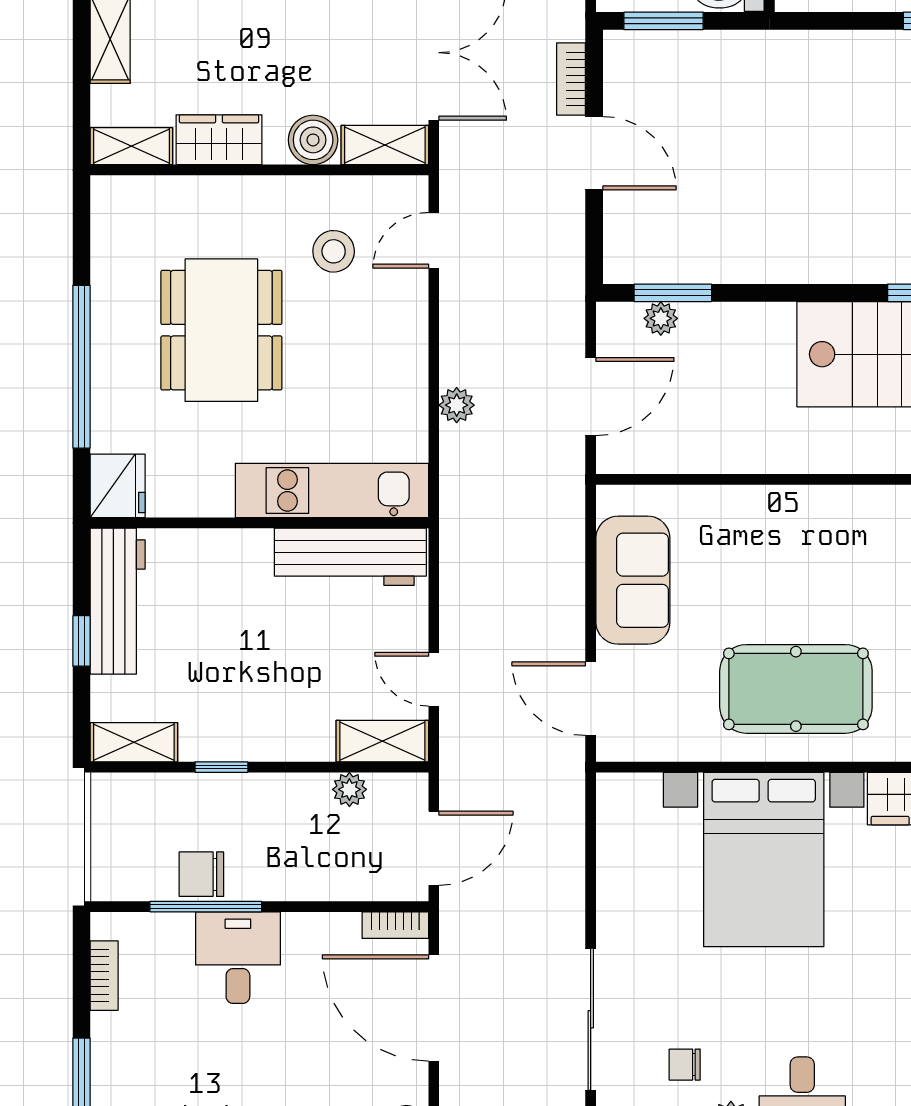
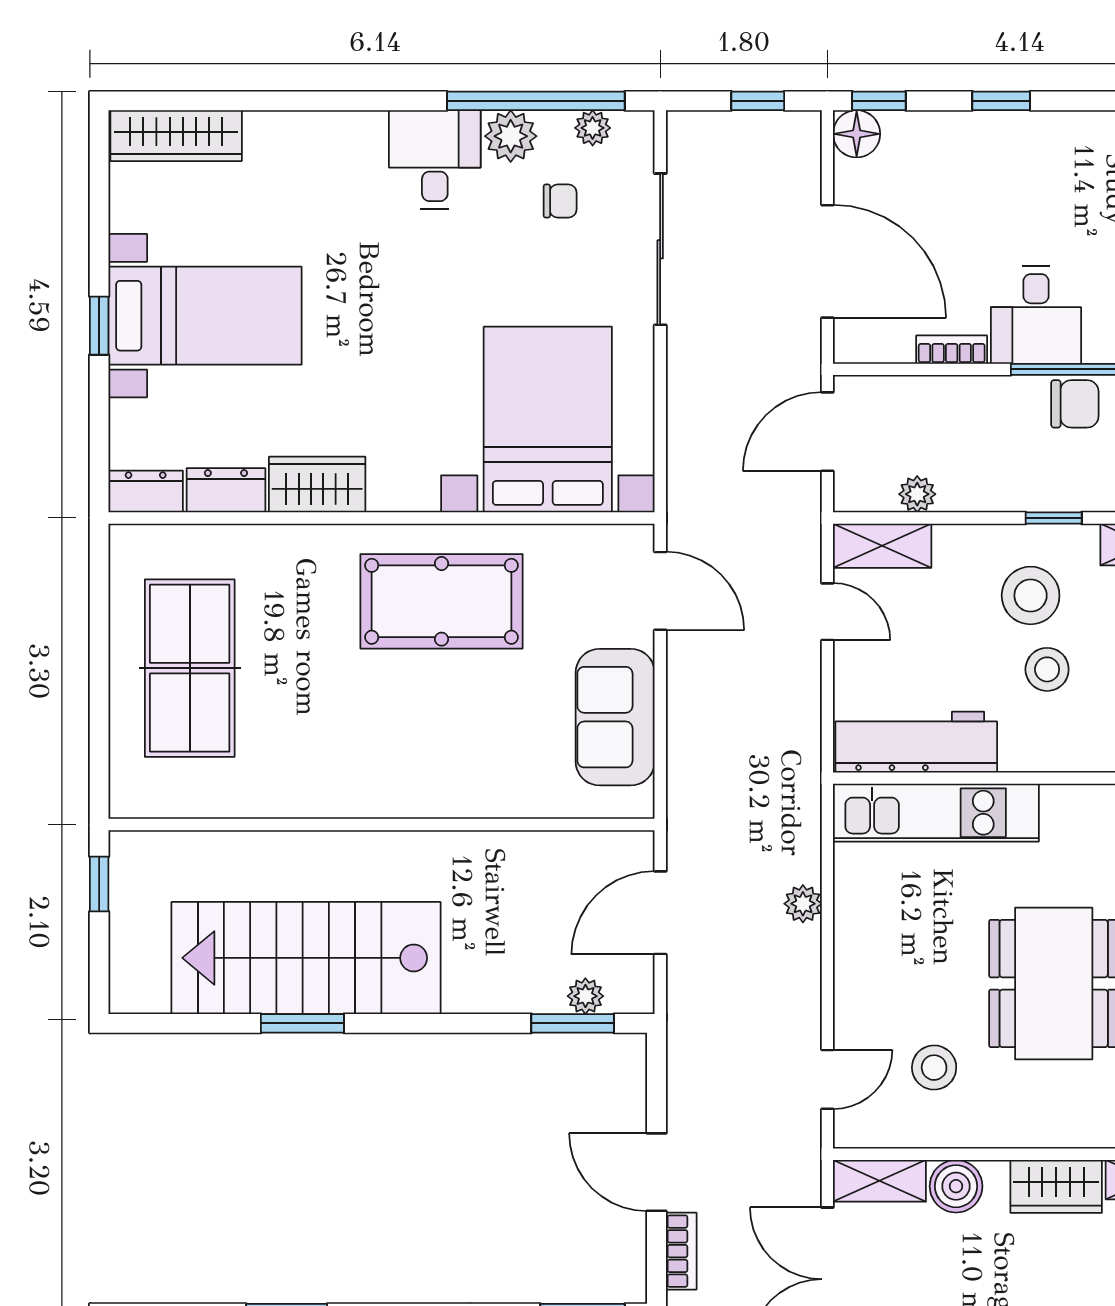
stool: (228, 625) -> (1047, 669), added
stool: (243, 694) -> (1031, 595), added
bed with nightstands: (764, 859) -> (548, 420), moved
bookcase: (395, 925) -> (952, 350), moved

